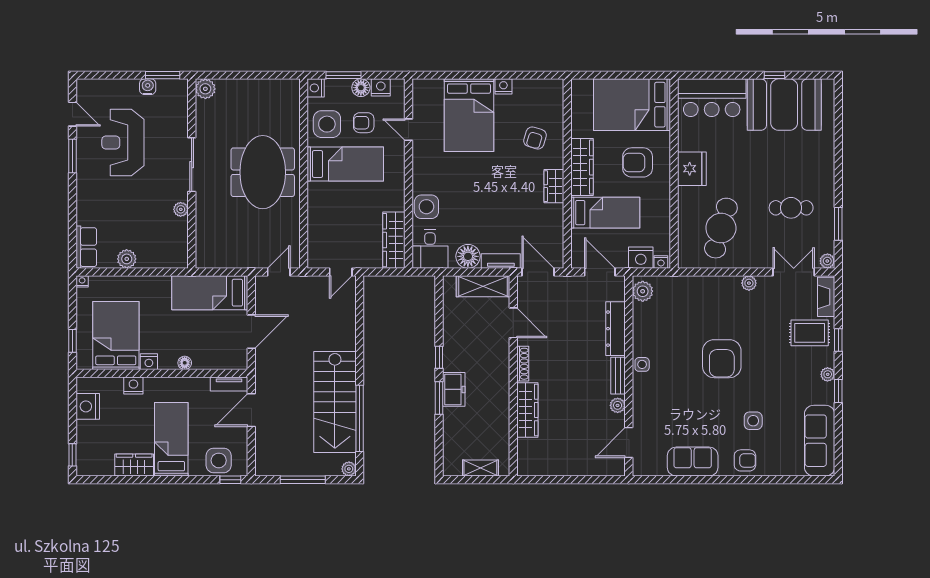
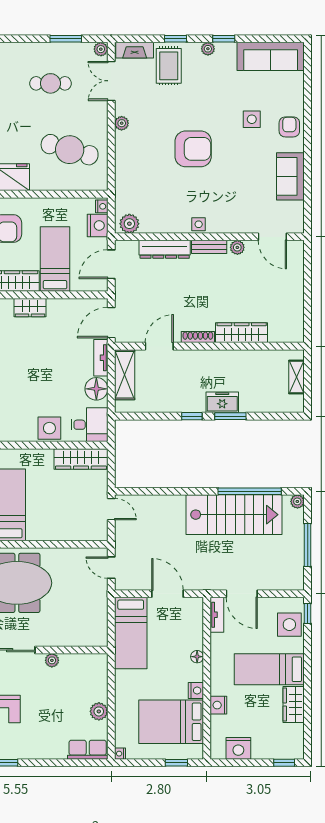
cafe table: (791, 208) -> (51, 83), turned 90

